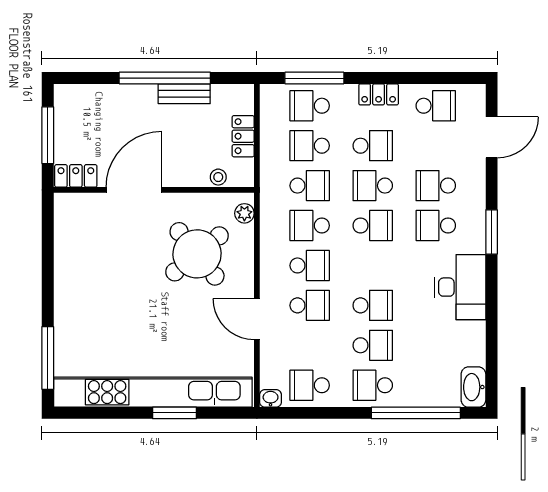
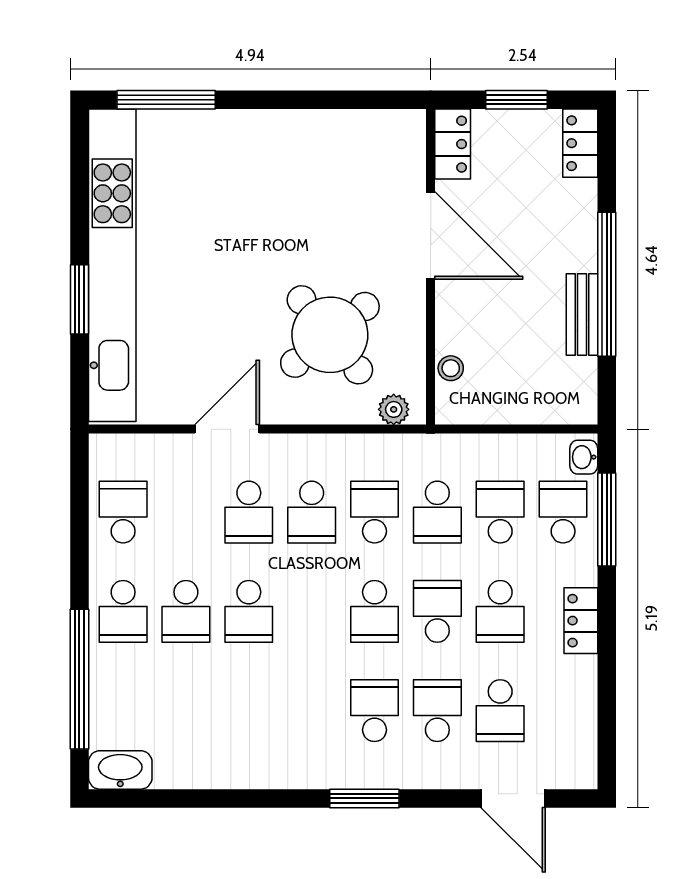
school desk: (436, 106) -> (500, 711), moved
window: (48, 135) -> (517, 100), width x0.69
locker: (243, 136) -> (580, 143), moved, turned -90
desk: (460, 287) -> (278, 749), removed
school desk: (373, 385) -> (123, 611), turned 180
washbasin: (271, 398) -> (584, 457), moved, turned 180

